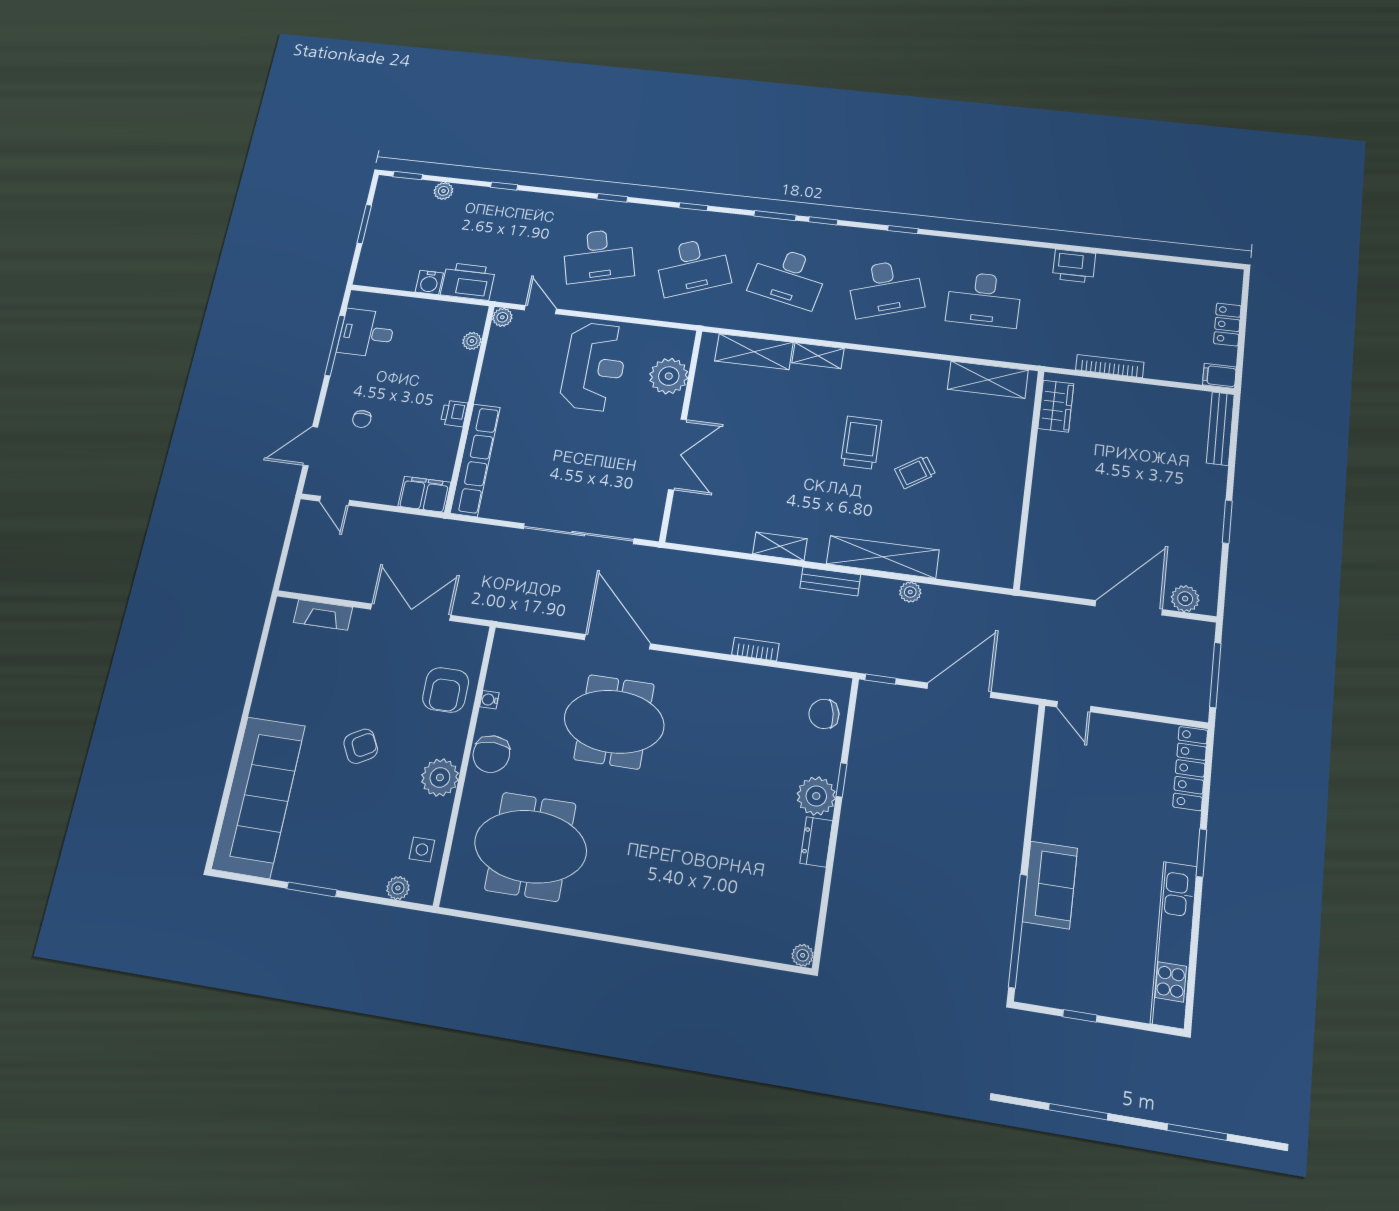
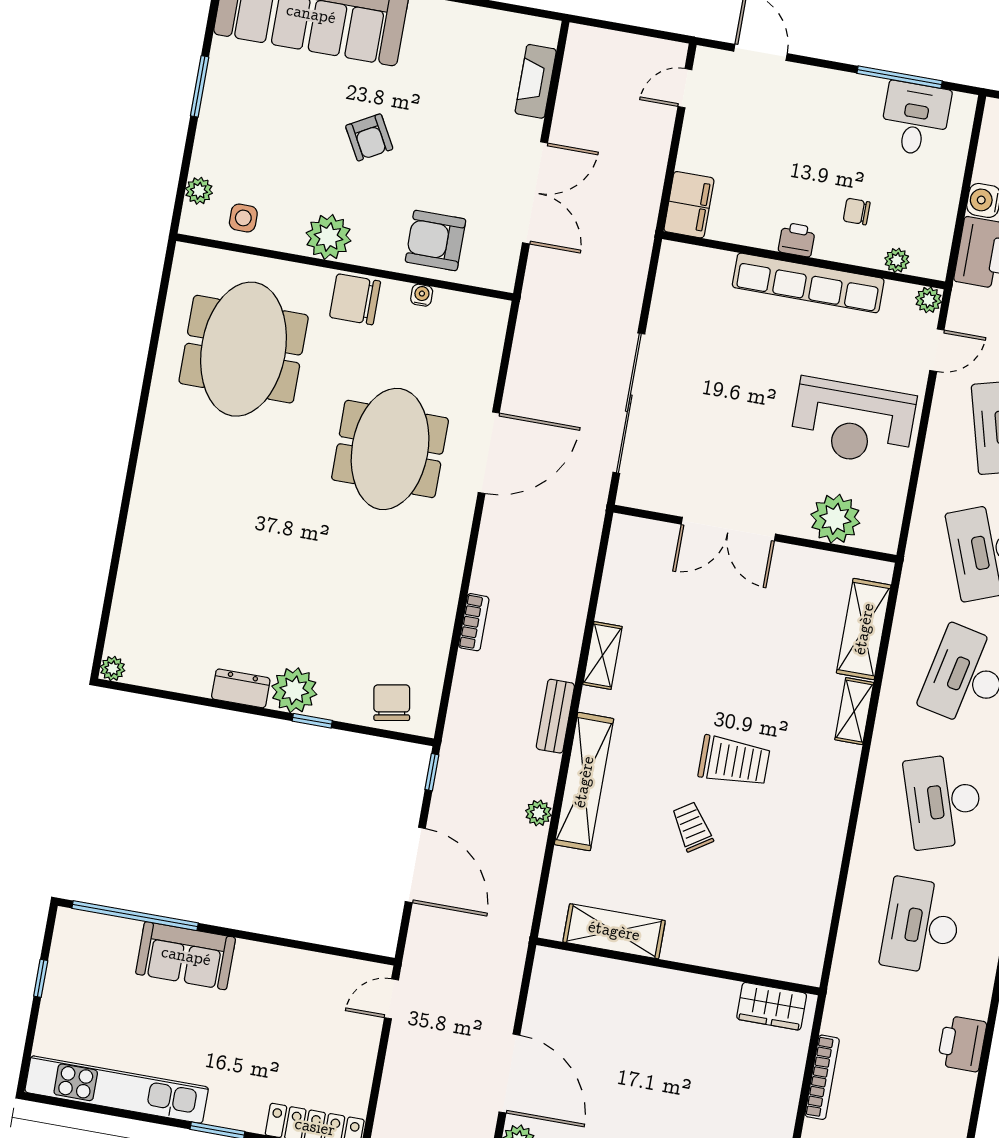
shelving: (988, 380) -> (614, 931), moved, turned 90
chair: (362, 419) -> (857, 211), moved
row of seats: (475, 460) -> (808, 283), moved

